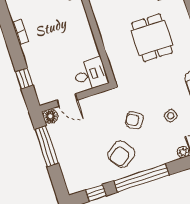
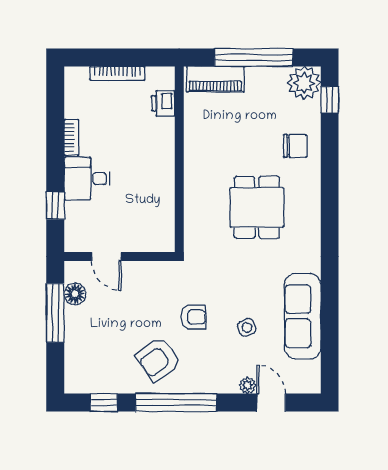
desk: (90, 74) -> (87, 179), moved, turned 180
floor lamp: (50, 116) -> (75, 294), moved
armchair: (134, 120) -> (193, 317), turned 150

